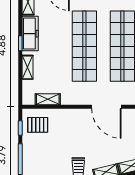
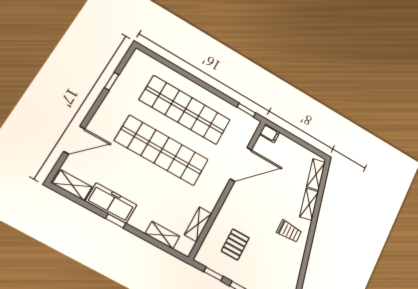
shelving: (27, 67) -> (162, 235), moved
pallet: (38, 125) -> (235, 244), moved

